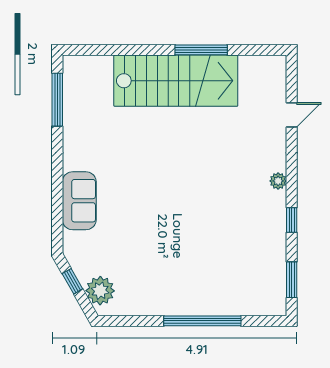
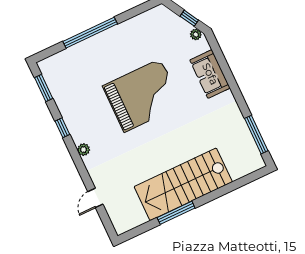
grand piano: (175, 213) -> (142, 96), added
plant: (100, 291) -> (196, 34), moved, width x0.53, depth x0.53

